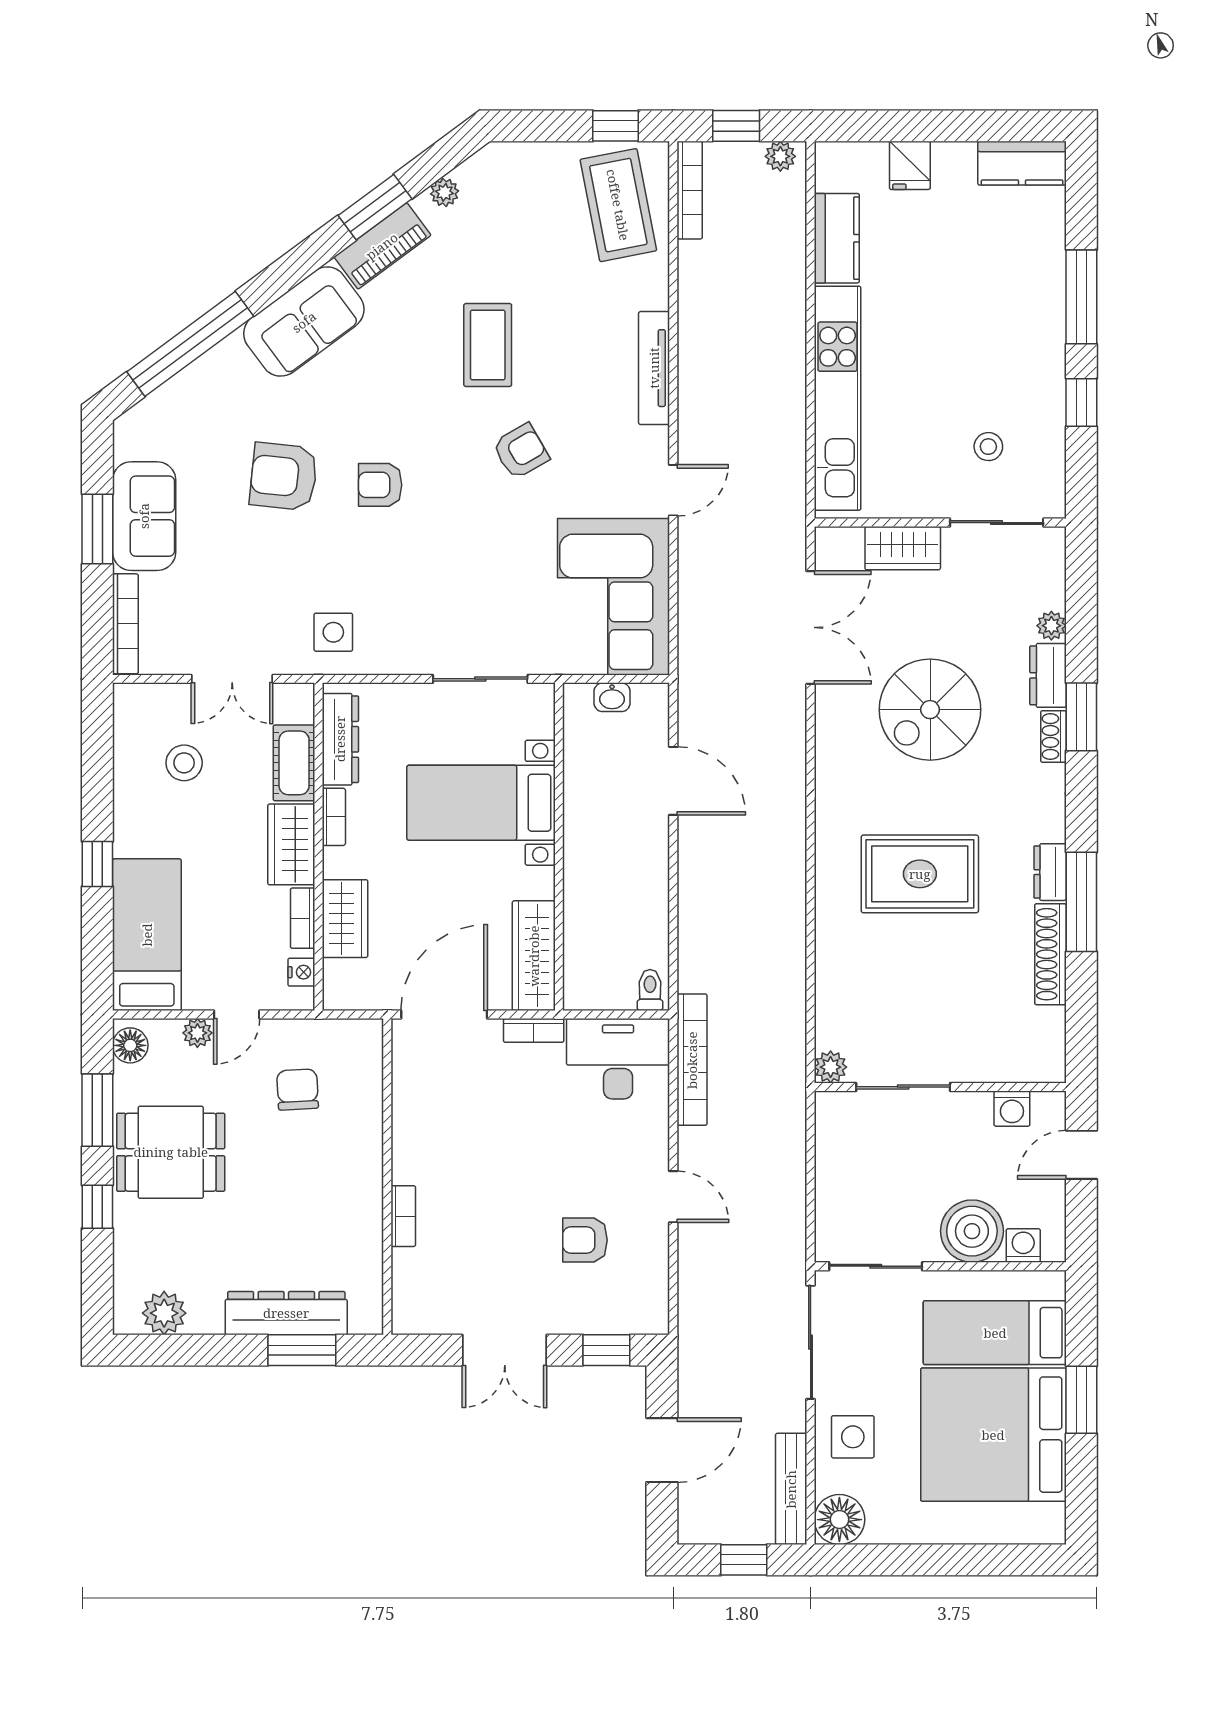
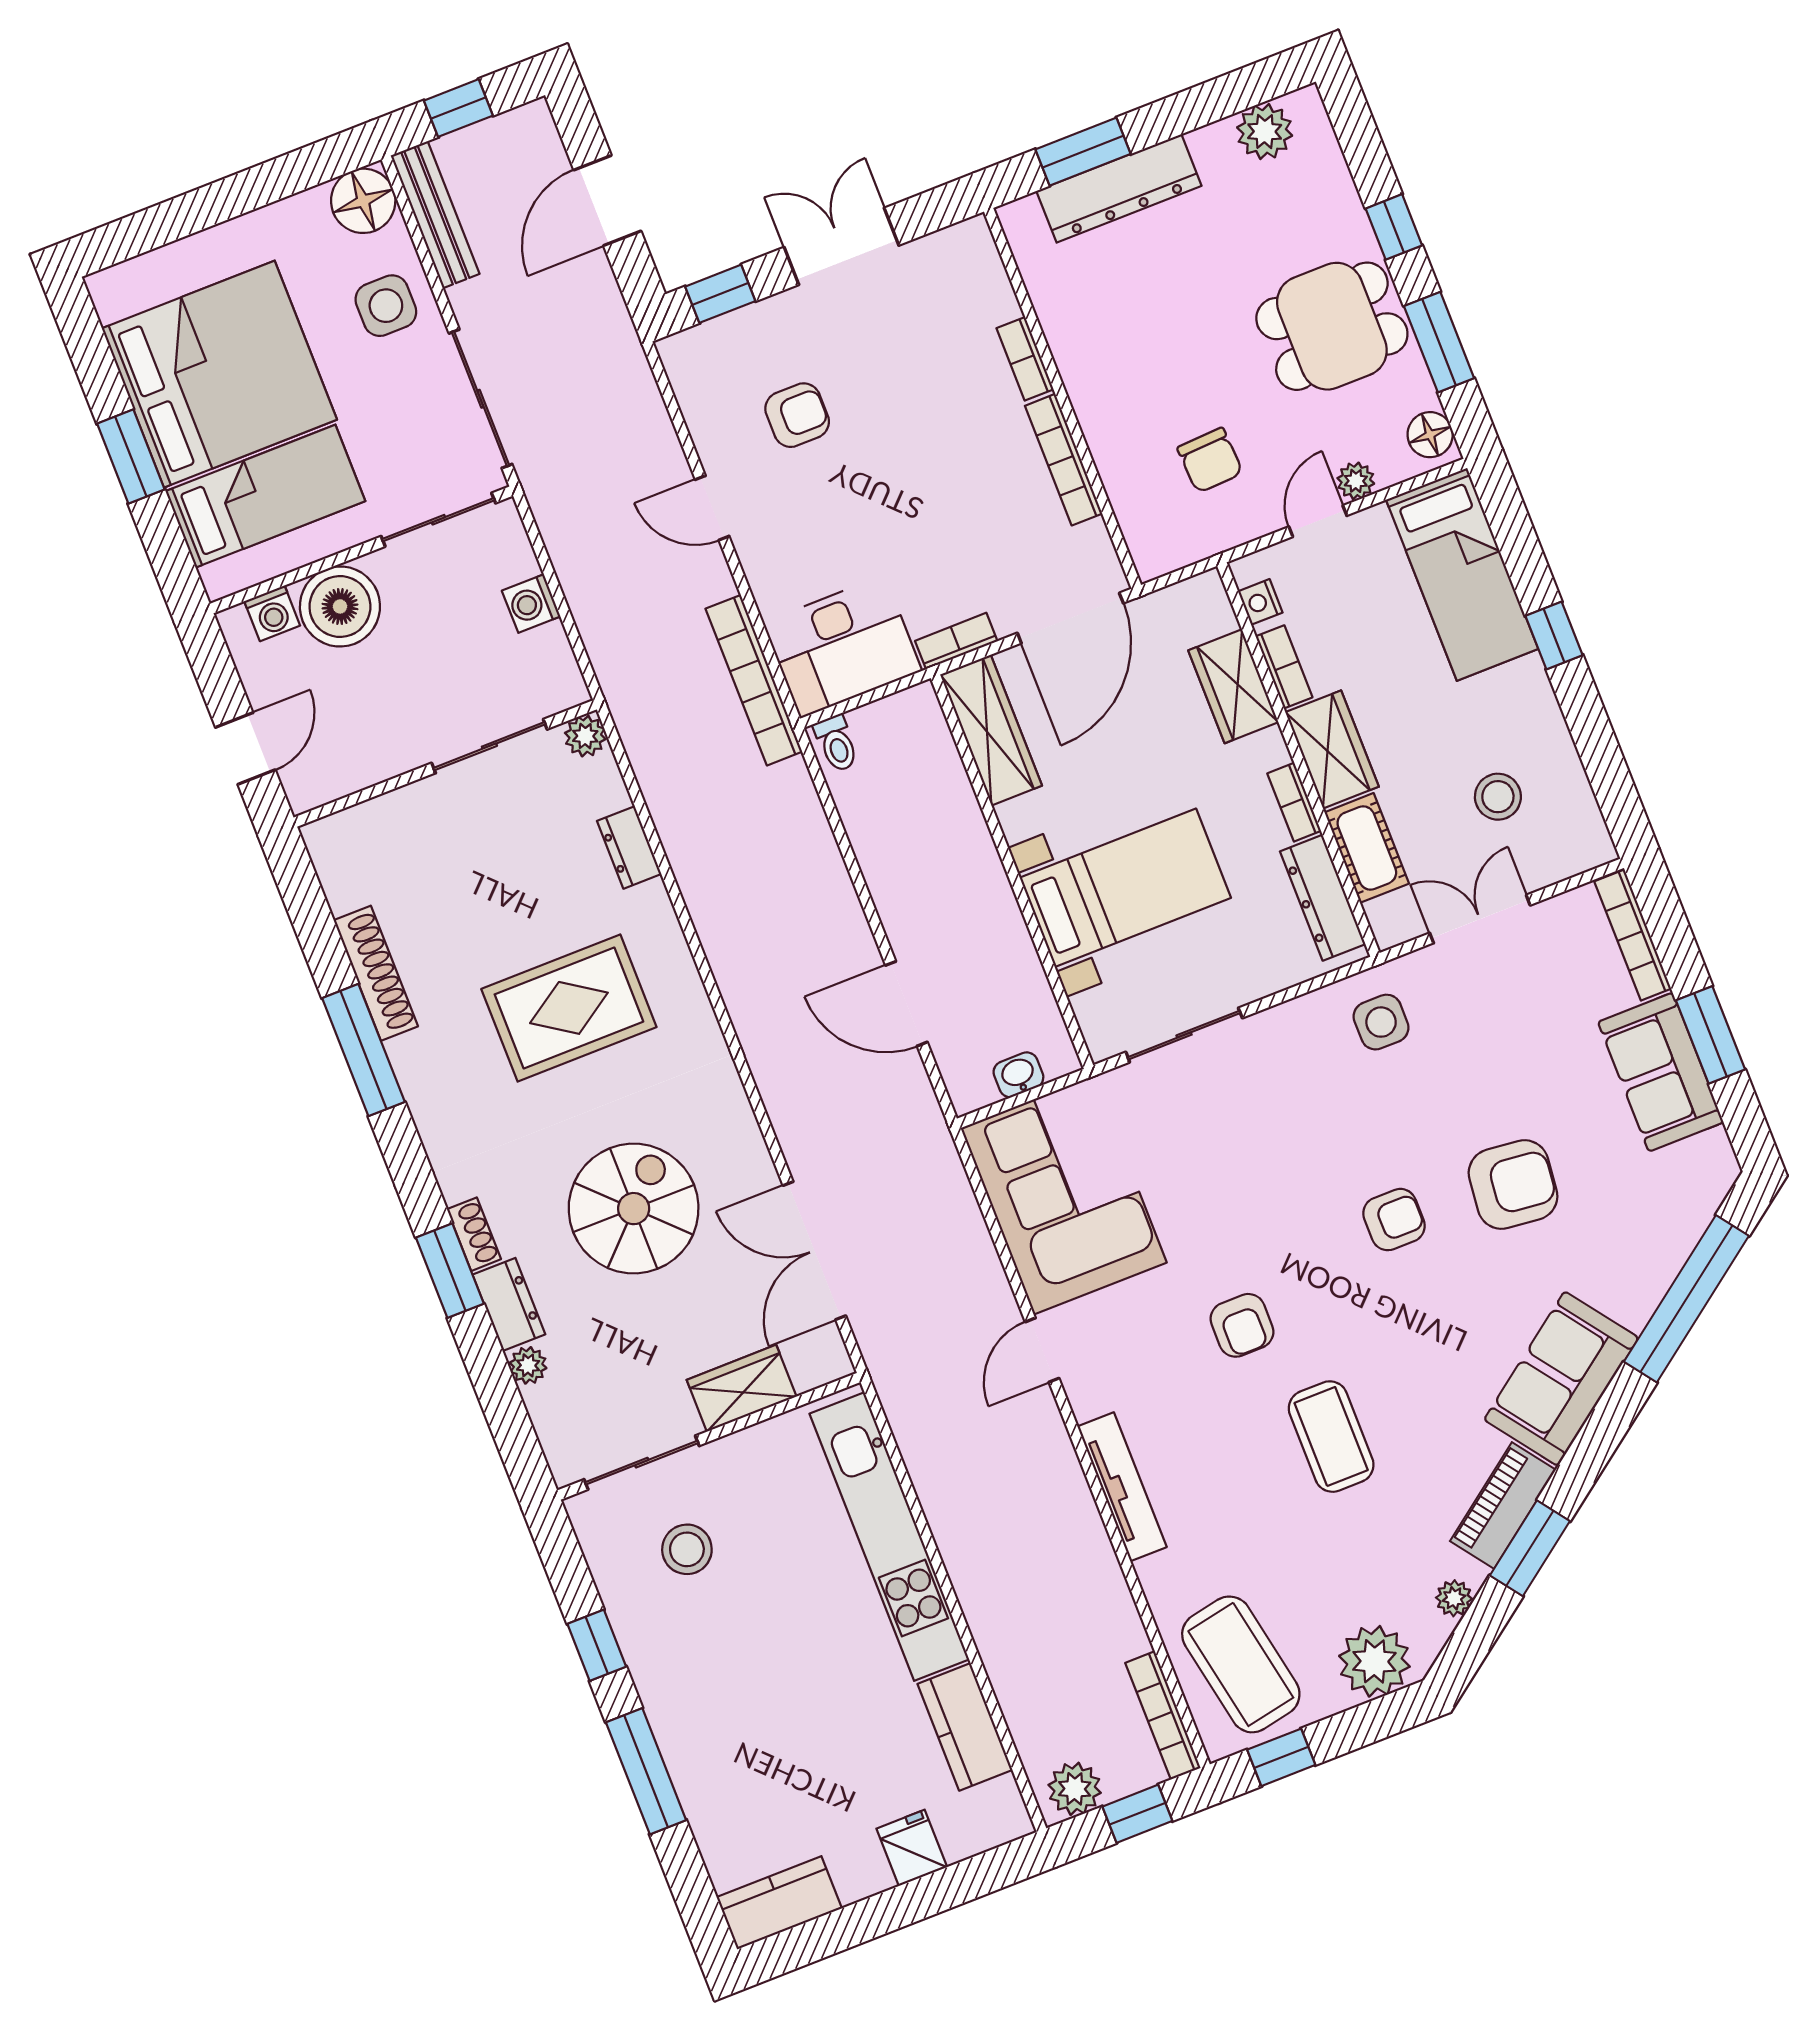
plant: (780, 156) -> (1075, 1789), width x1.38, depth x1.38
plant: (520, 169) -> (1374, 1661), added
stool: (988, 447) -> (687, 1549), width x1.37, depth x1.37
armchair: (521, 451) -> (1242, 1325), turned -60
dresser: (1050, 872) -> (629, 847), moved, turned 180
washing machine: (1012, 1109) -> (531, 603), moved, turned -90
bookcase: (404, 1132) -> (1064, 460), added

